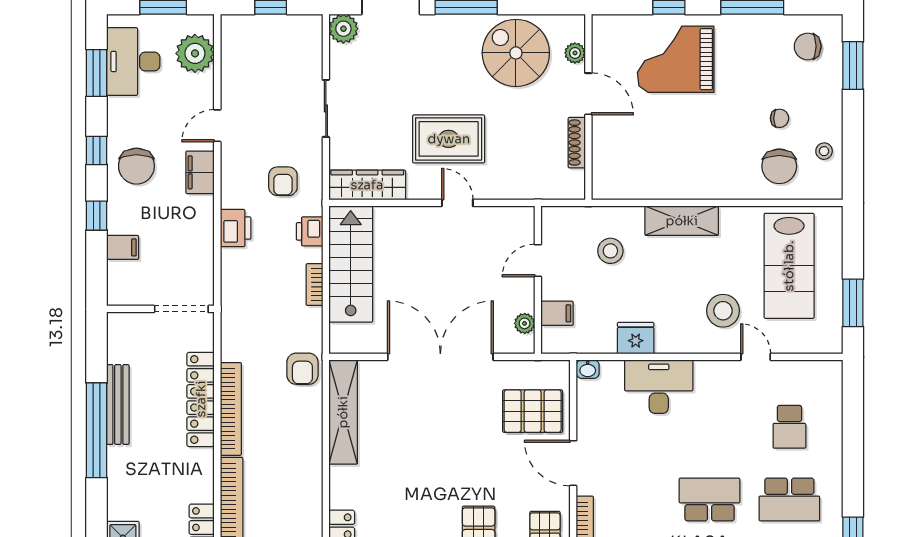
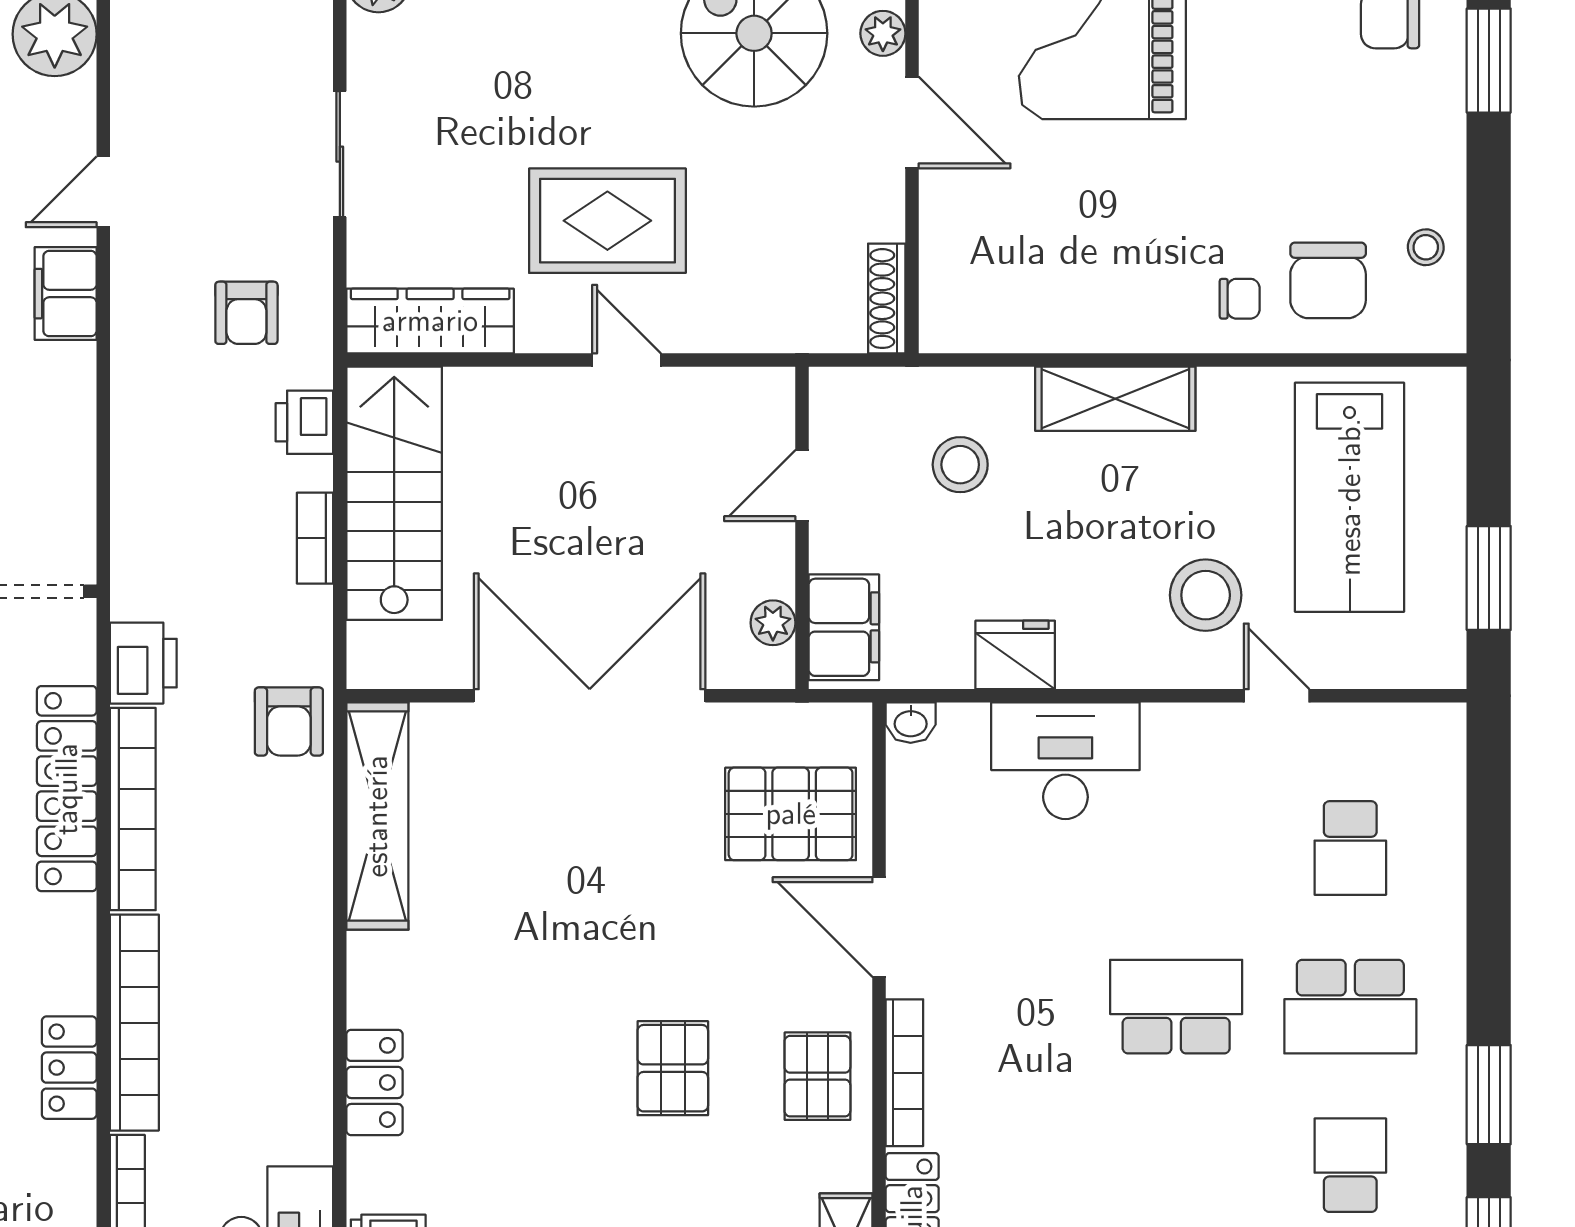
chair: (780, 118) -> (1240, 299), moved
shoe rack: (577, 143) -> (887, 299), moved
printer: (236, 228) -> (143, 663), moved
filing cabinet: (557, 313) -> (844, 627), width x2.00

